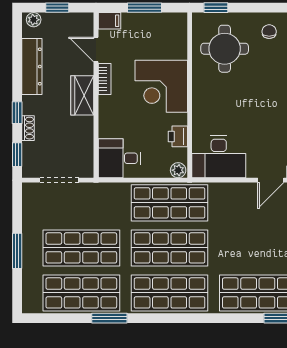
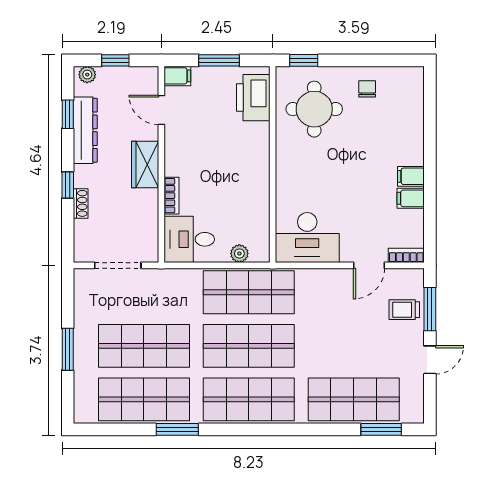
bookcase: (105, 79) -> (172, 196), moved
corner desk: (161, 86) -> (239, 154), removed
printer: (178, 136) -> (253, 98), moved, width x1.87, depth x1.48
window: (17, 155) -> (68, 114), moved
plant: (178, 170) -> (239, 253), moved

